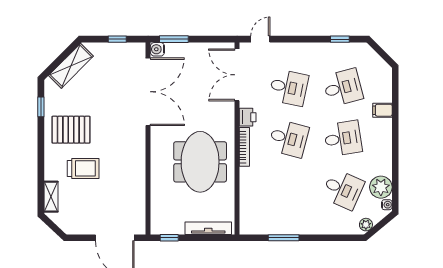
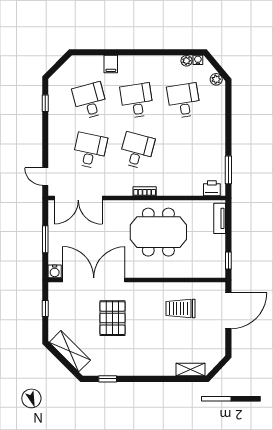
window: (174, 39) -> (45, 239), moved
printer: (248, 117) -> (212, 188), moved
pallet: (71, 130) -> (112, 318), moved
bookcase: (244, 147) -> (145, 191), width x0.64
trolley: (83, 168) -> (180, 308), moved, turned -90
plant: (381, 187) -> (186, 61), width x0.53, depth x0.53
desk: (343, 189) -> (184, 101), turned -33
tv unit: (208, 228) -> (220, 218), width x0.71
window: (284, 238) -> (228, 170), moved

